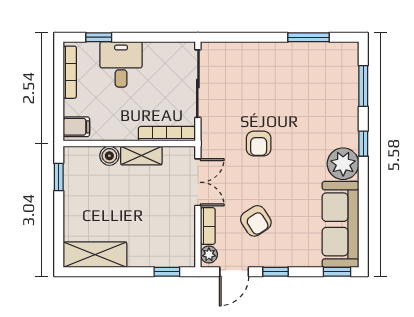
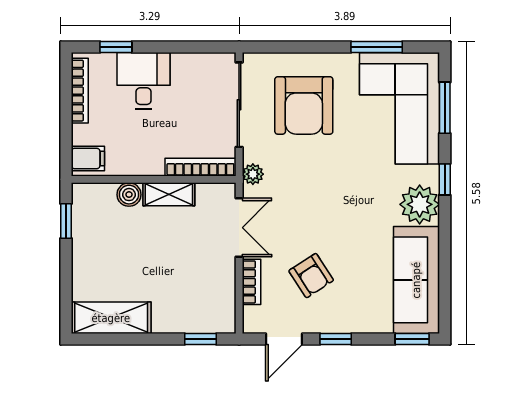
corner sofa: (327, 86) -> (399, 108), added
armchair: (259, 143) -> (304, 105), moved, width x1.88, depth x1.88
plant: (209, 254) -> (253, 174), moved

